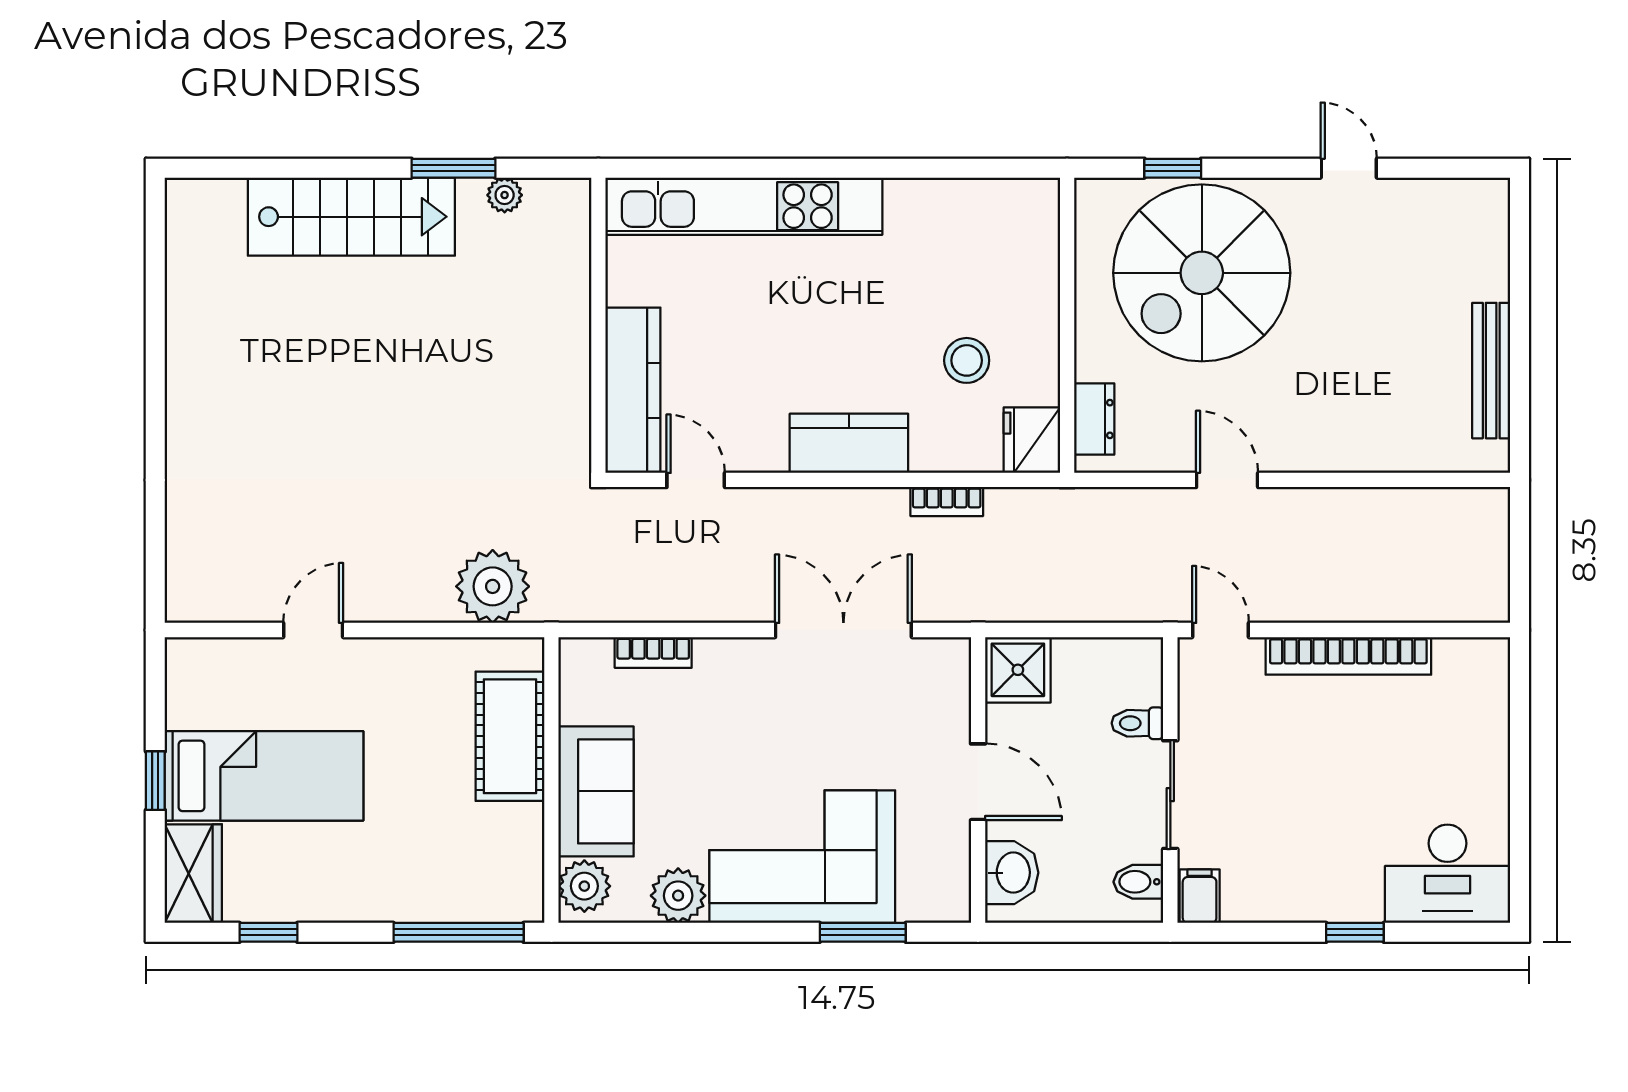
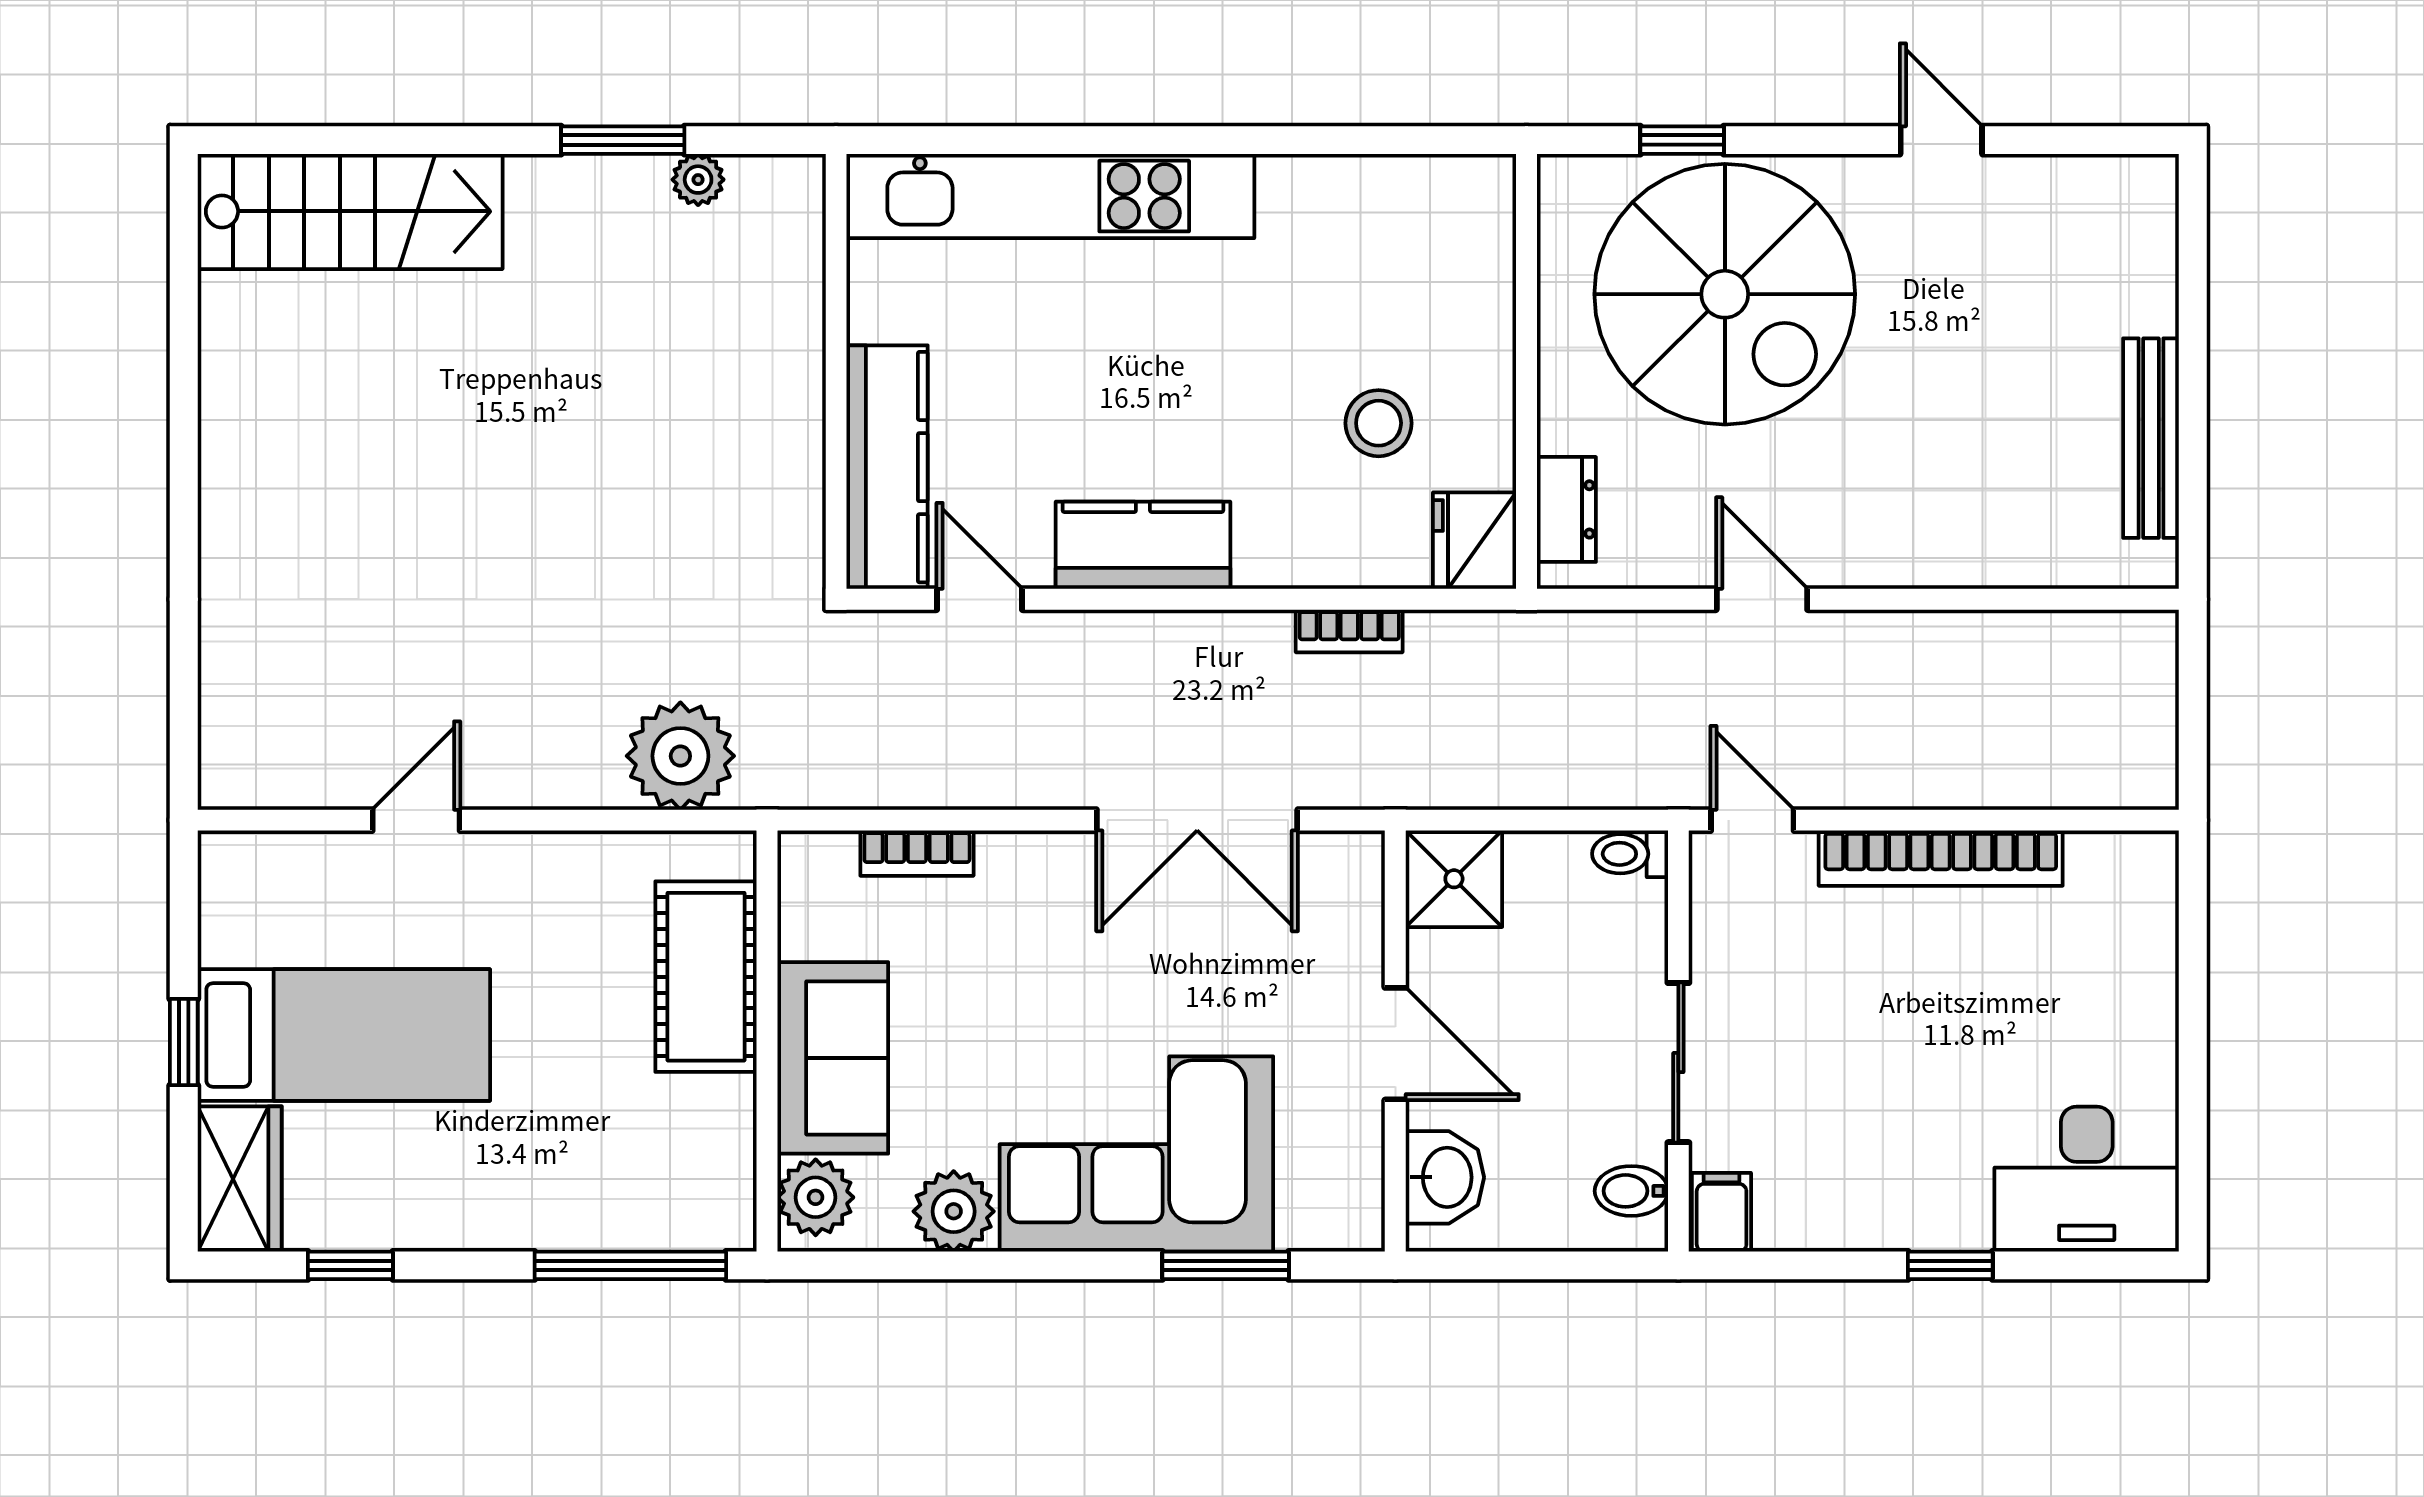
stairs: (351, 217) -> (350, 211), moved
spiral stairs: (1202, 273) -> (1725, 294), turned -90
kitchen counter: (849, 443) -> (1143, 545), moved
double door: (843, 630) -> (1197, 820), swing flipped
toilet: (1137, 723) -> (1630, 854), moved

